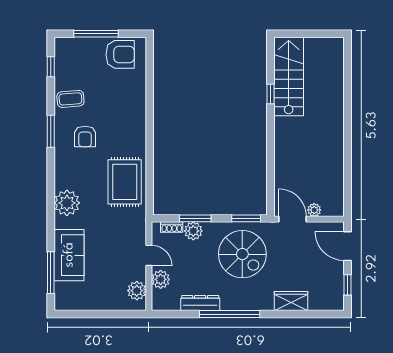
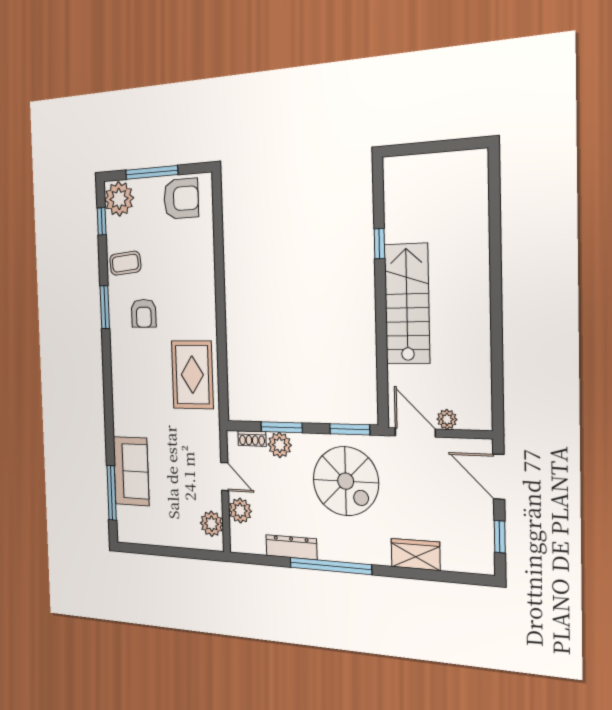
stairs: (289, 77) -> (407, 304), moved
plant: (67, 203) -> (119, 199), moved

